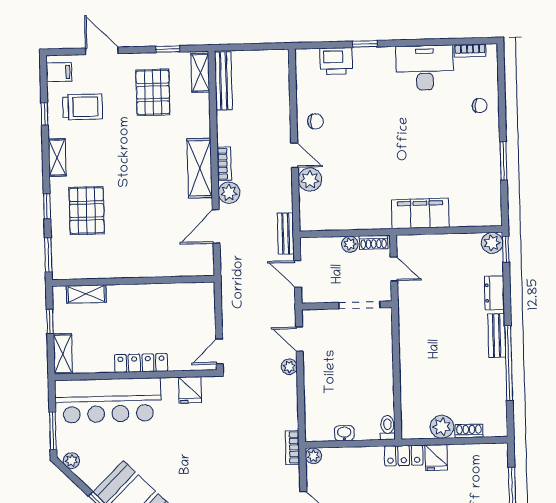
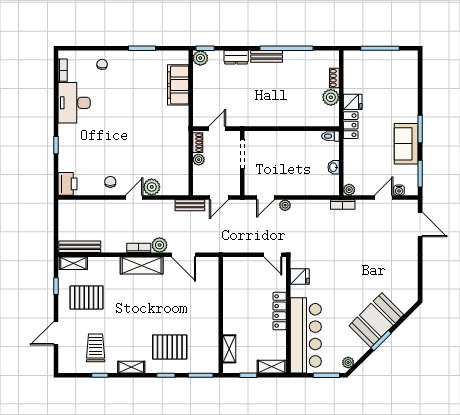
printer: (336, 61) -> (68, 184), moved
filing cabinet: (59, 72) -> (70, 364), removed
filing cabinet: (420, 214) -> (178, 85), moved

